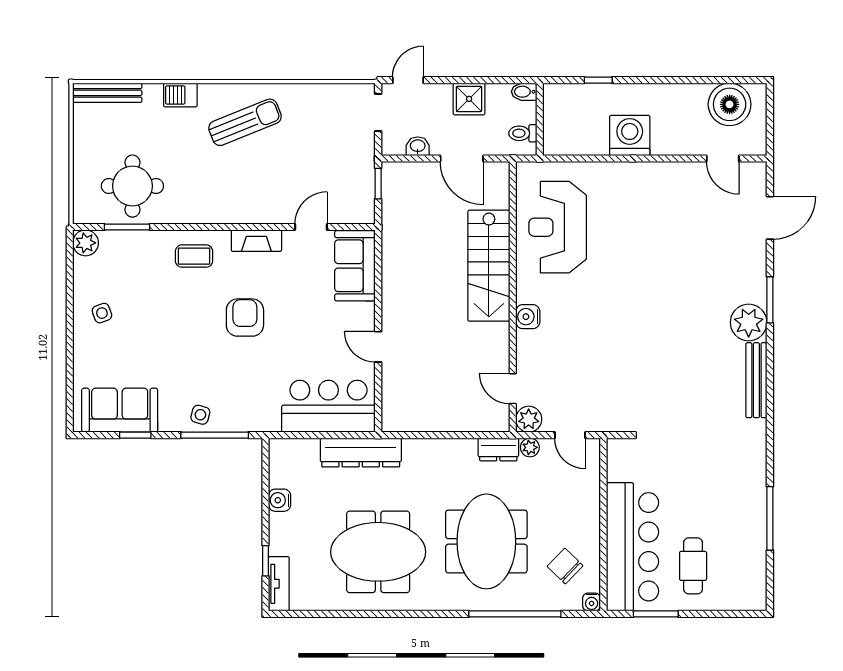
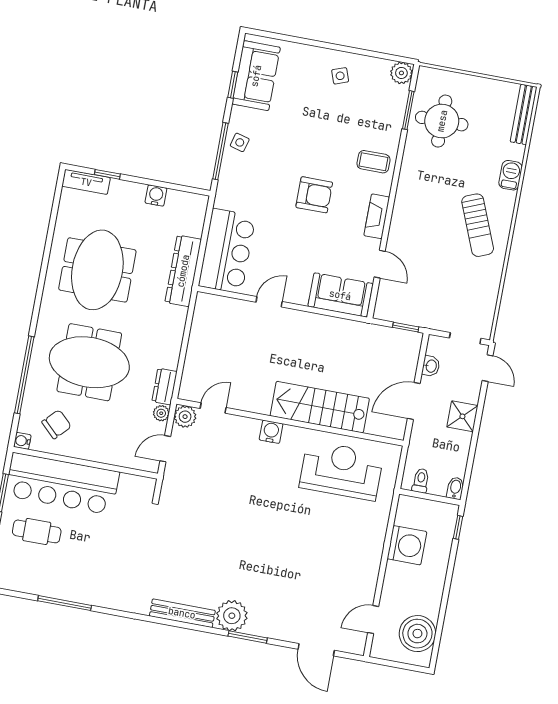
bidet: (524, 92) -> (455, 488), moved
wall: (540, 119) -> (430, 497), moved
toilet: (523, 133) -> (421, 481), moved
coffee table: (194, 256) -> (374, 162), turned 90

